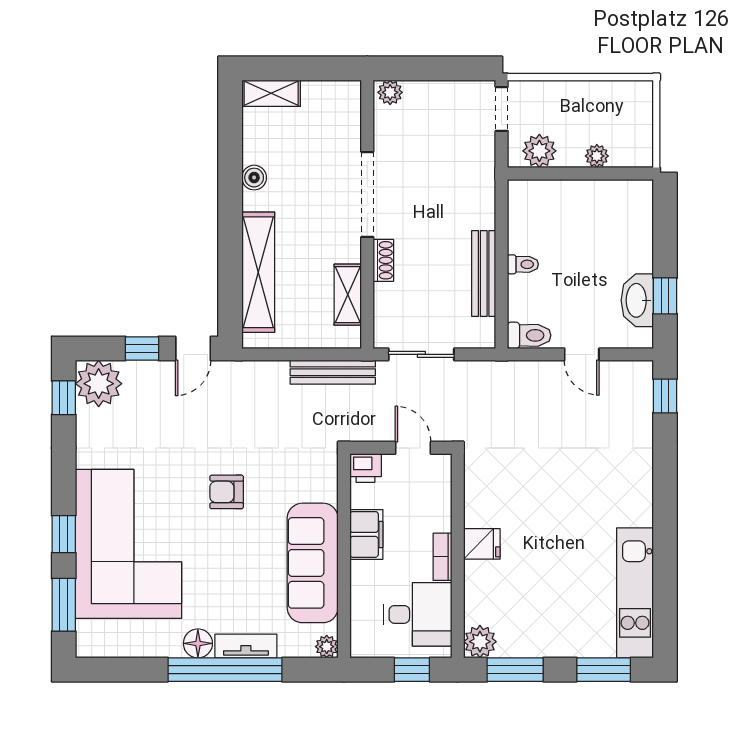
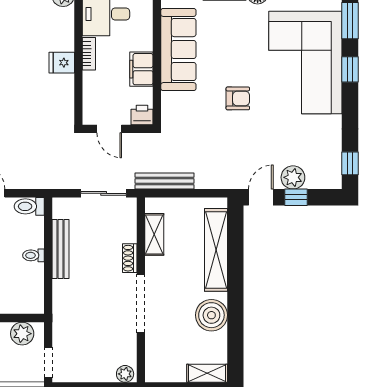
boiler: (254, 178) -> (211, 315), width x1.86, depth x1.86
plant: (99, 384) -> (293, 177), moved, width x0.73, depth x0.73

